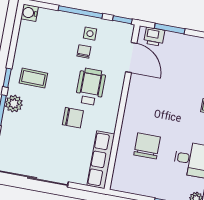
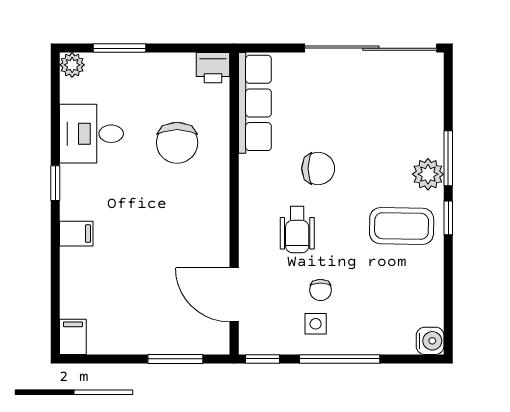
printer: (154, 37) -> (213, 68), moved, turned 180
coffee table: (33, 78) -> (402, 226), width x1.36, depth x1.30
wheelchair: (90, 87) -> (297, 230), width x0.73, depth x0.73
chair: (73, 118) -> (318, 168), turned 180

